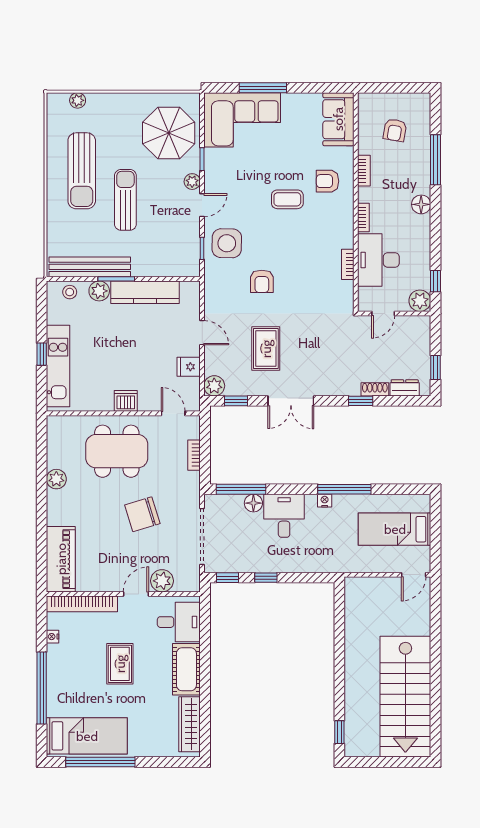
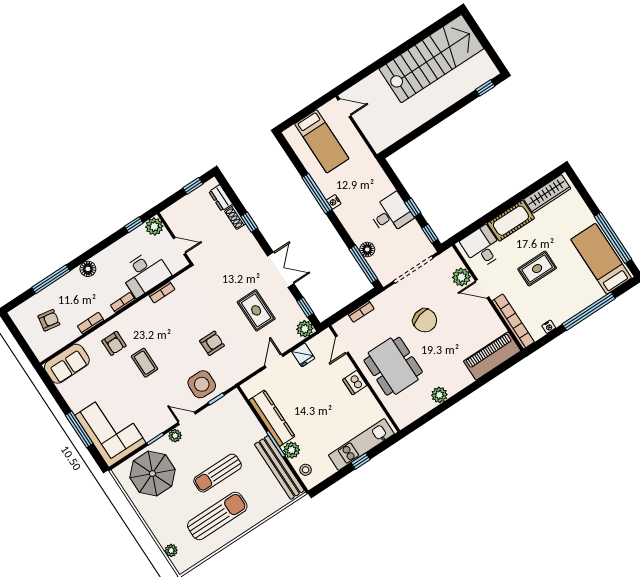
rug: (266, 349) -> (256, 310), turned 90
desk: (284, 516) -> (391, 214), moved, turned 180

